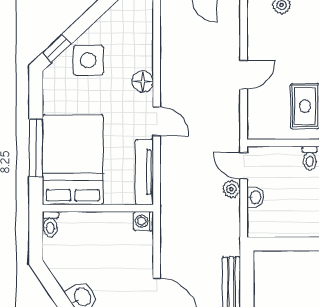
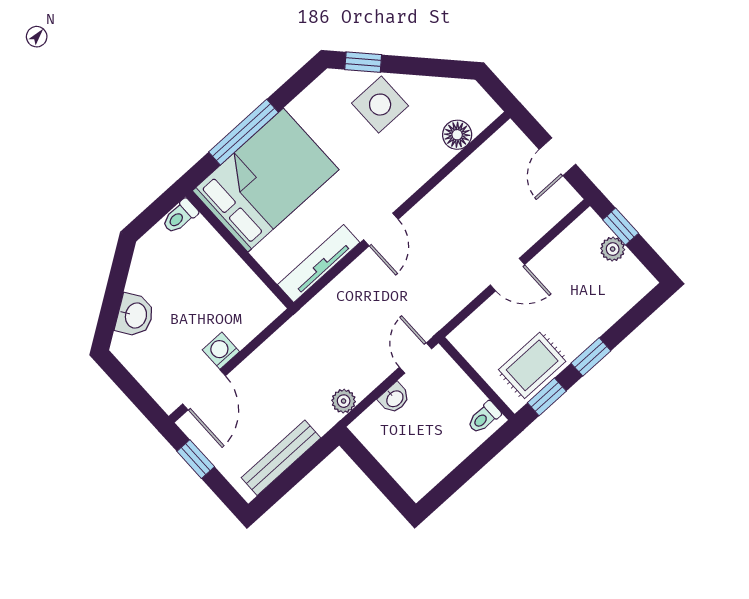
floor lamp: (143, 82) -> (457, 135), moved
plant: (231, 189) -> (344, 401), moved
washing machine: (144, 221) -> (221, 351), moved

